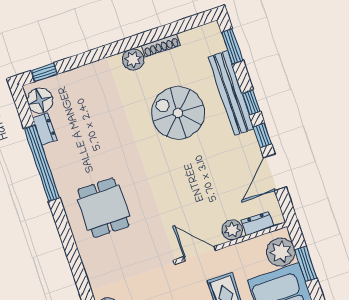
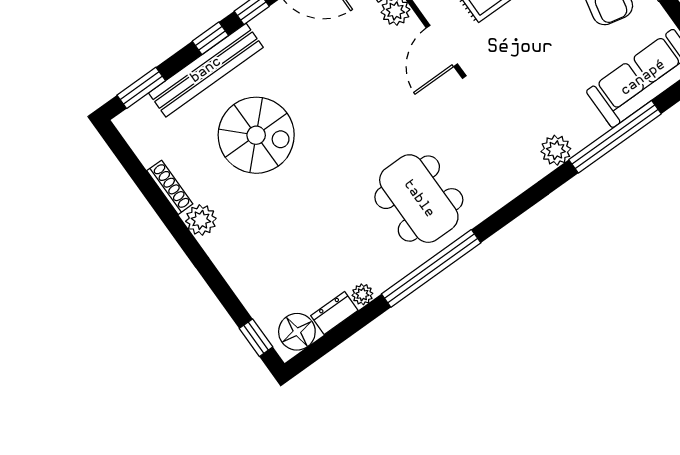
spiral stairs: (178, 113) -> (256, 135), turned -90
plant: (52, 151) -> (362, 294), added
window: (42, 163) -> (431, 268), moved
dining table: (103, 208) -> (419, 199), width x1.38

